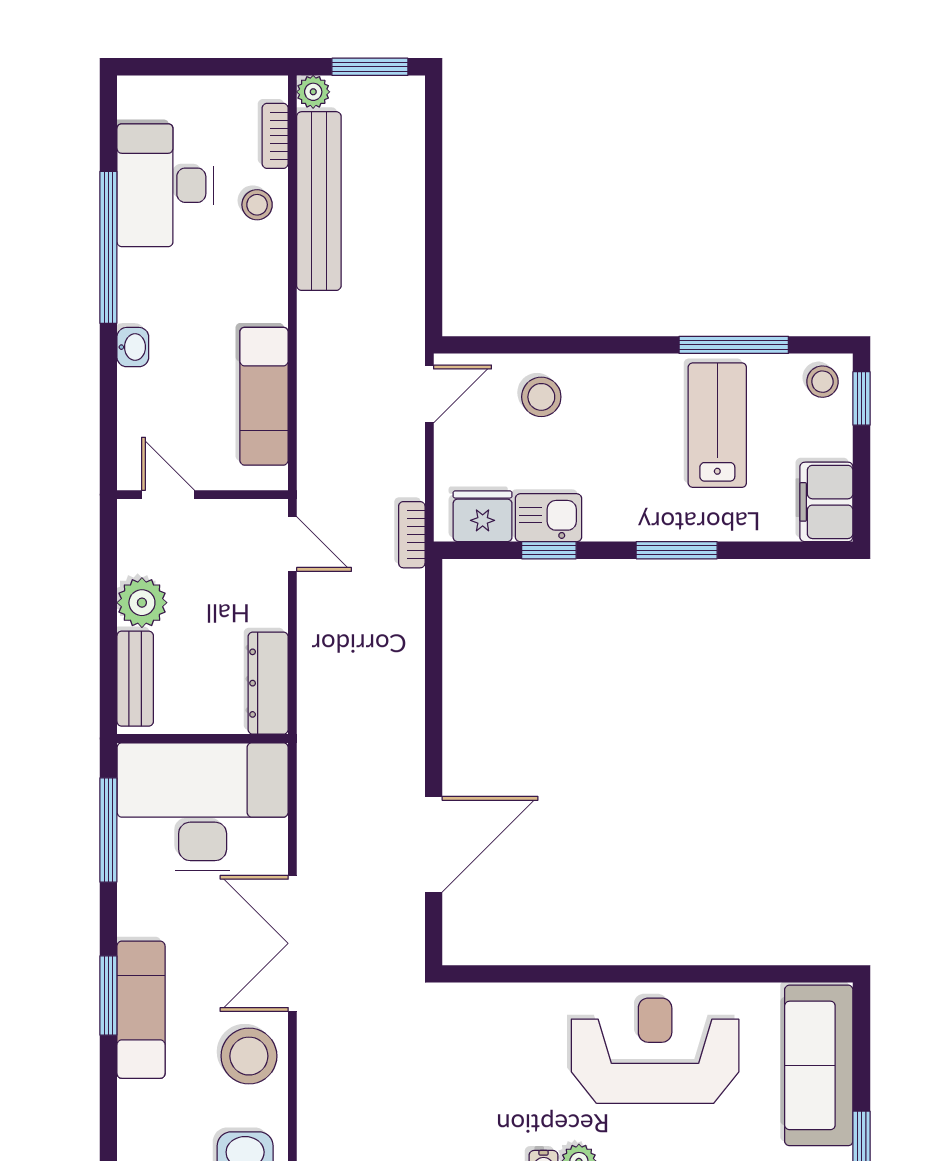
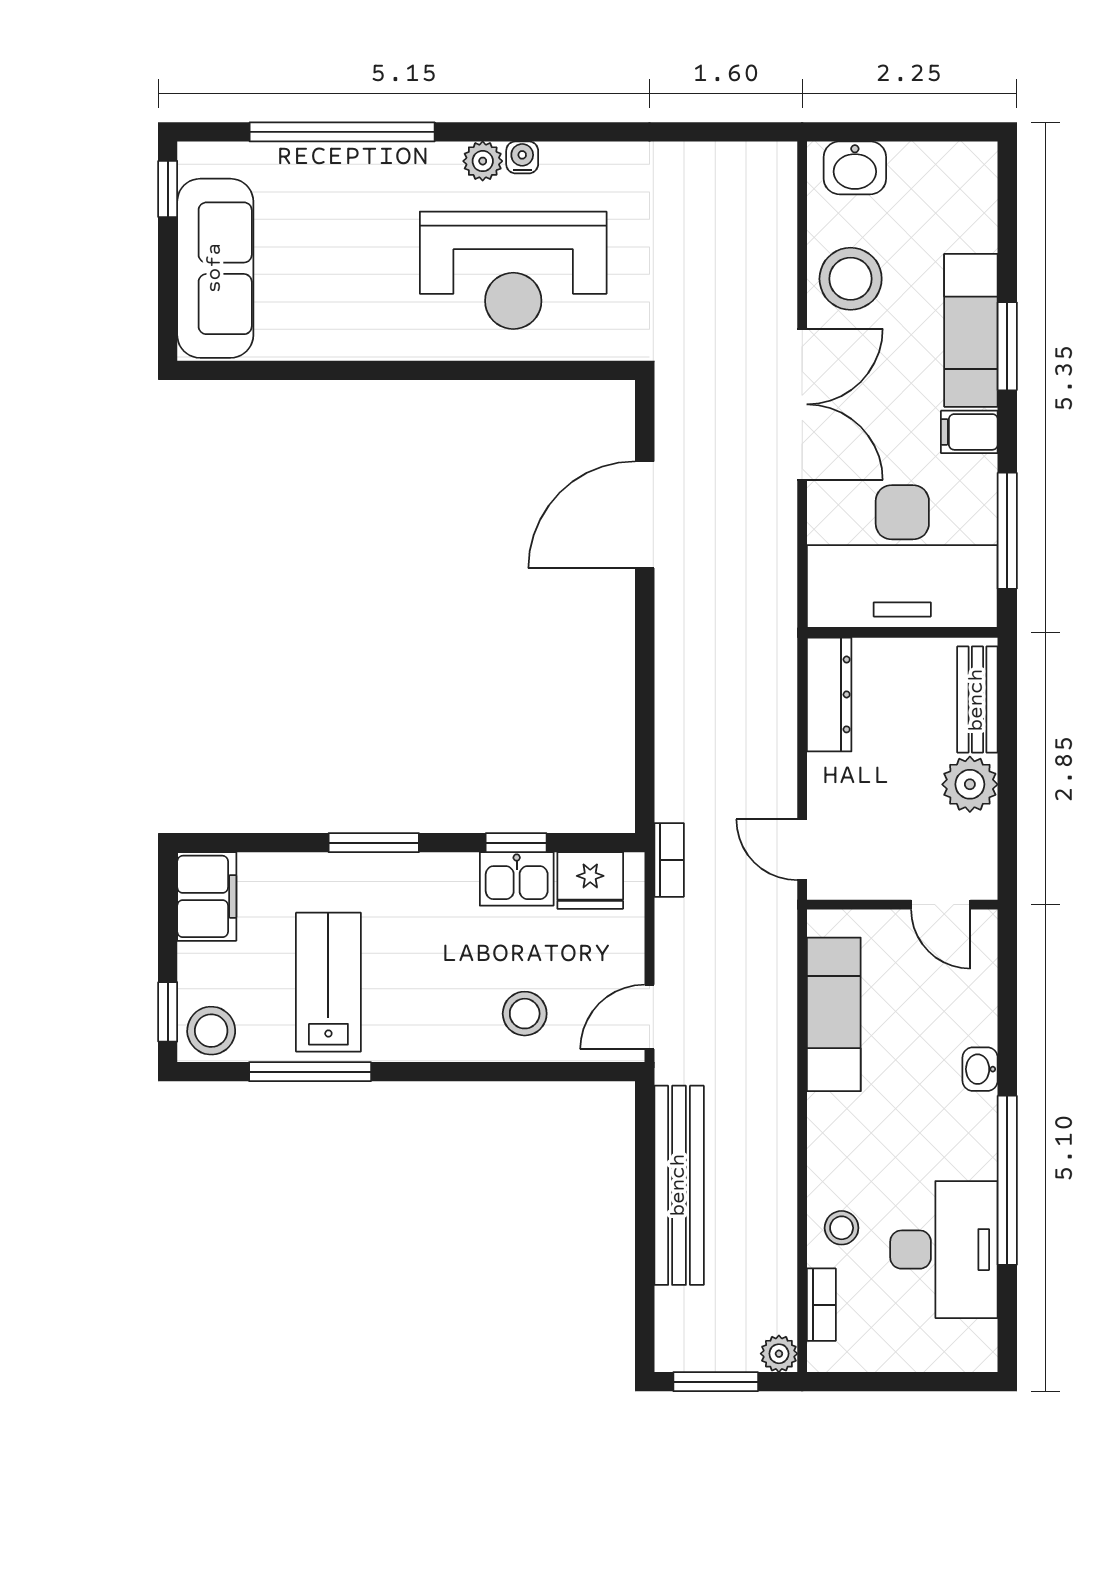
bench: (319, 201) -> (679, 1185), moved
stool: (822, 382) -> (211, 1031), width x1.37, depth x1.37
lab bench: (717, 425) -> (328, 982), turned 180
filing cabinet: (142, 919) -> (969, 432), added
reception desk: (655, 1051) -> (513, 270), moved

